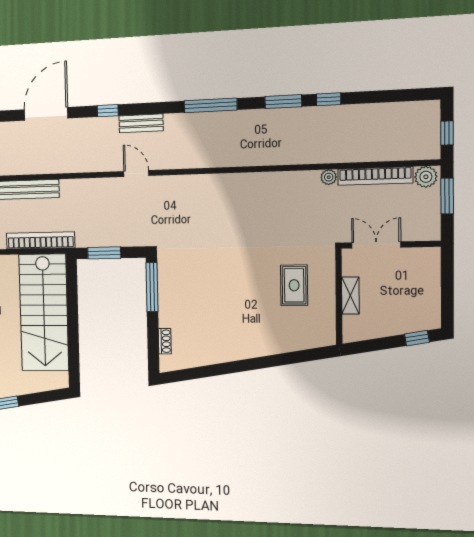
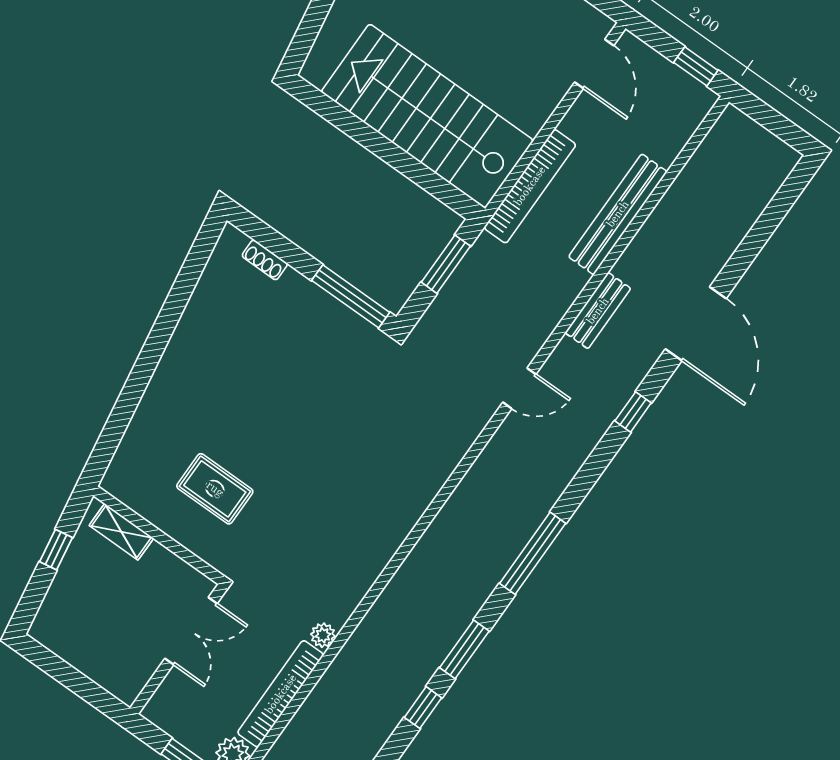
bench: (141, 123) -> (598, 311), moved
shelving: (350, 296) -> (121, 532), moved
window: (417, 338) -> (56, 550), moved

